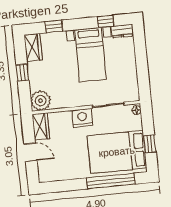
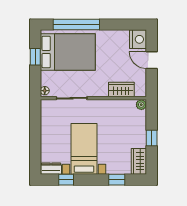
plant: (41, 101) -> (141, 105), width x0.53, depth x0.53
nightstand: (82, 118) -> (138, 39), moved, turned -90
wardrobe: (41, 126) -> (121, 89), moved, turned 90

